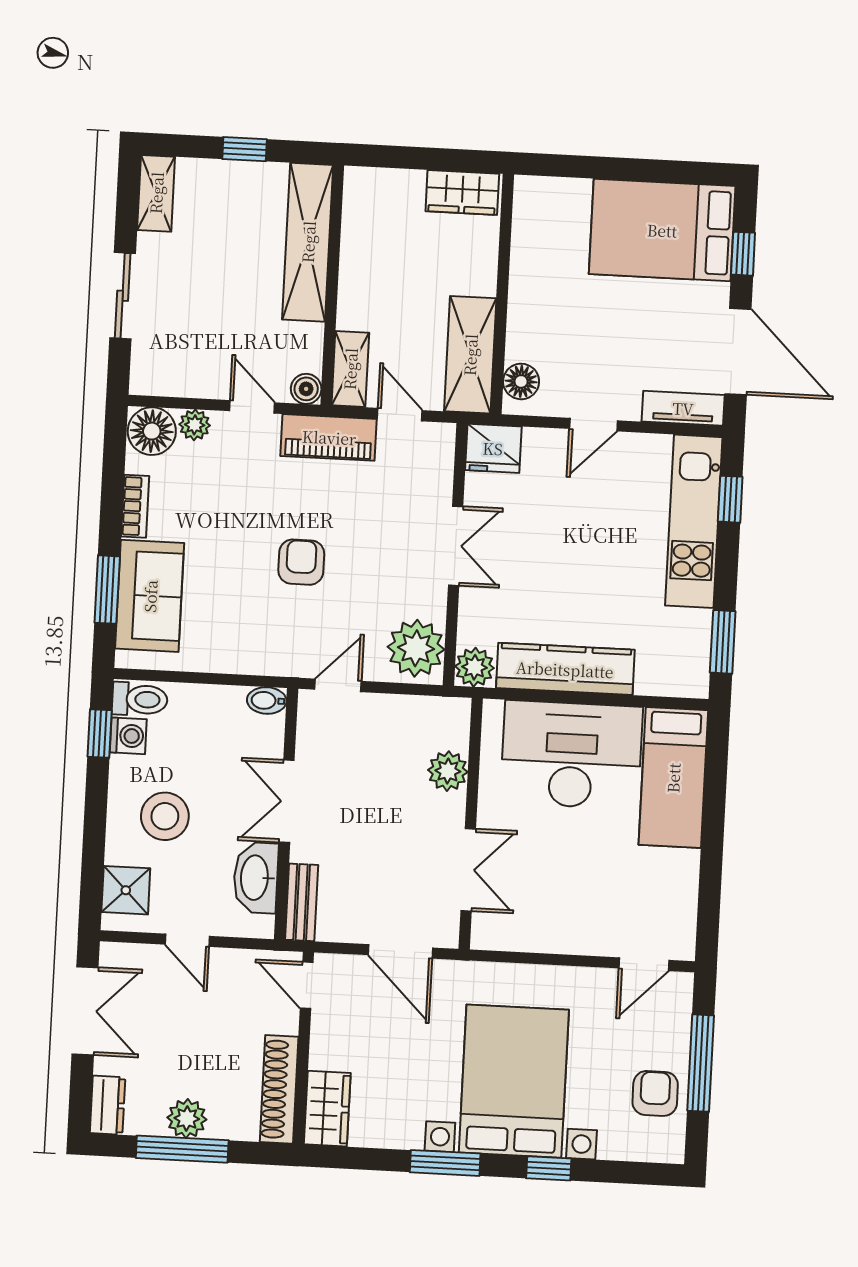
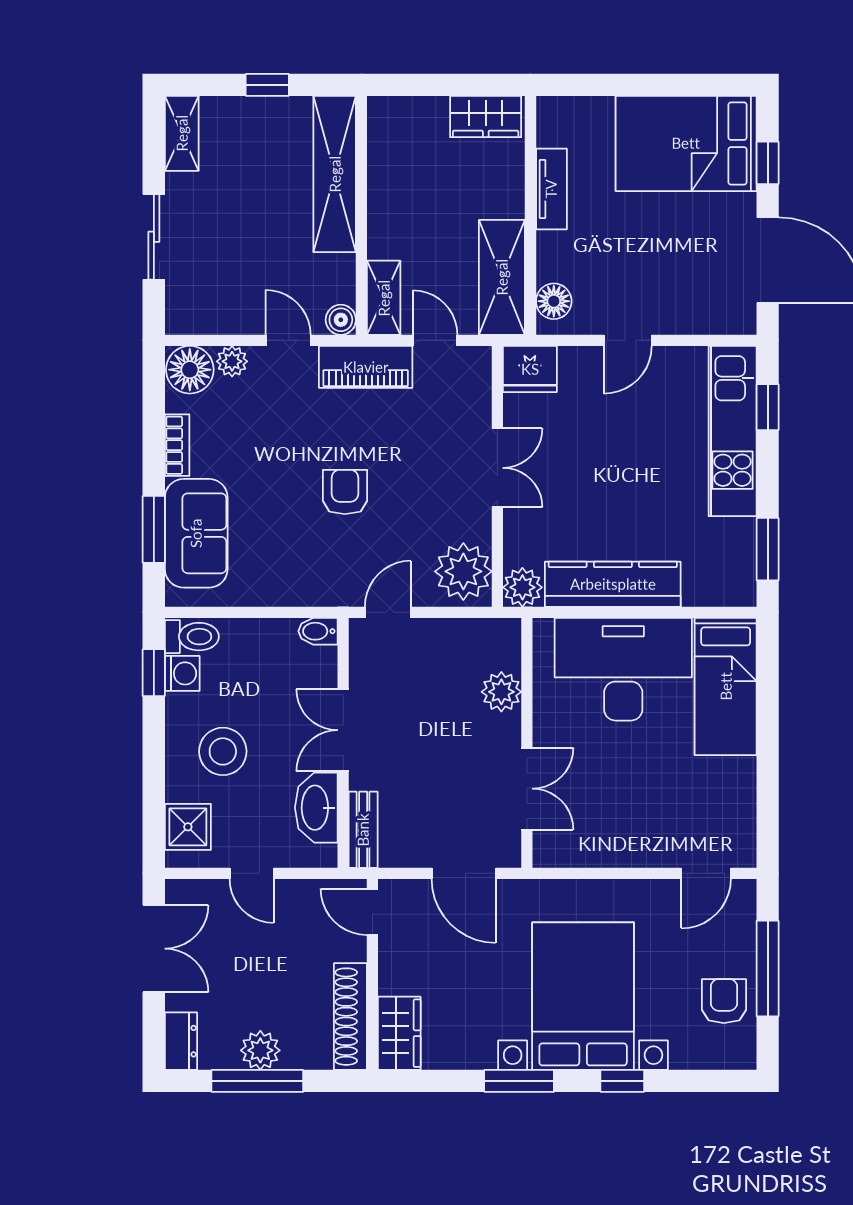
tv unit: (683, 408) -> (551, 189), moved, turned 90

